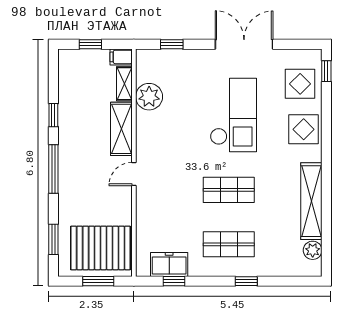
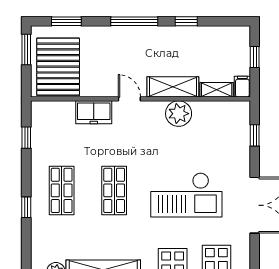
plant: (149, 97) -> (179, 114), moved
freezer: (169, 264) -> (94, 112), moved, turned 90
window: (98, 281) -> (26, 50), moved

